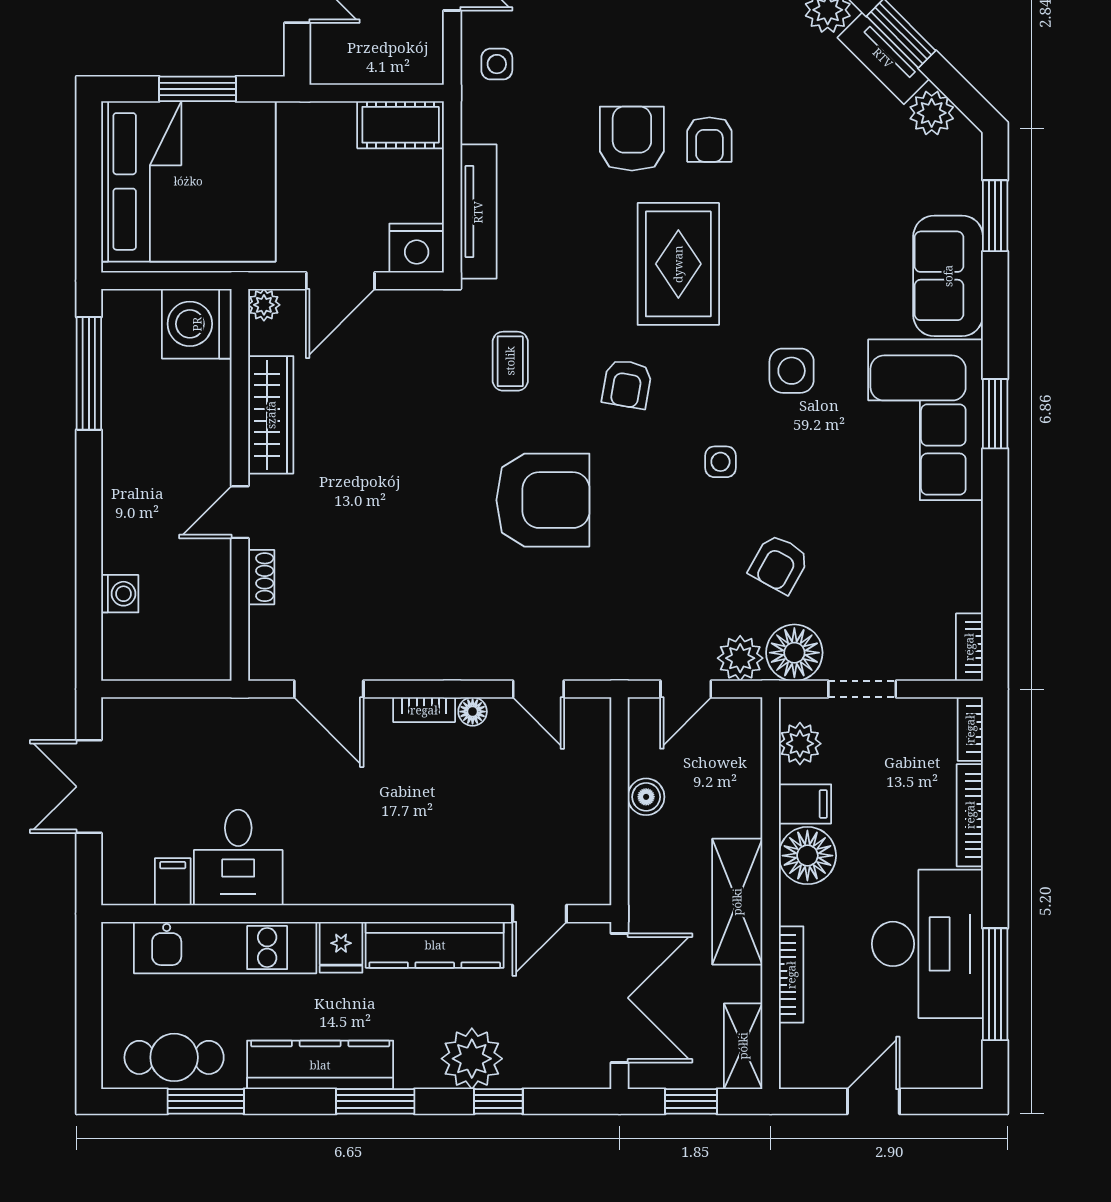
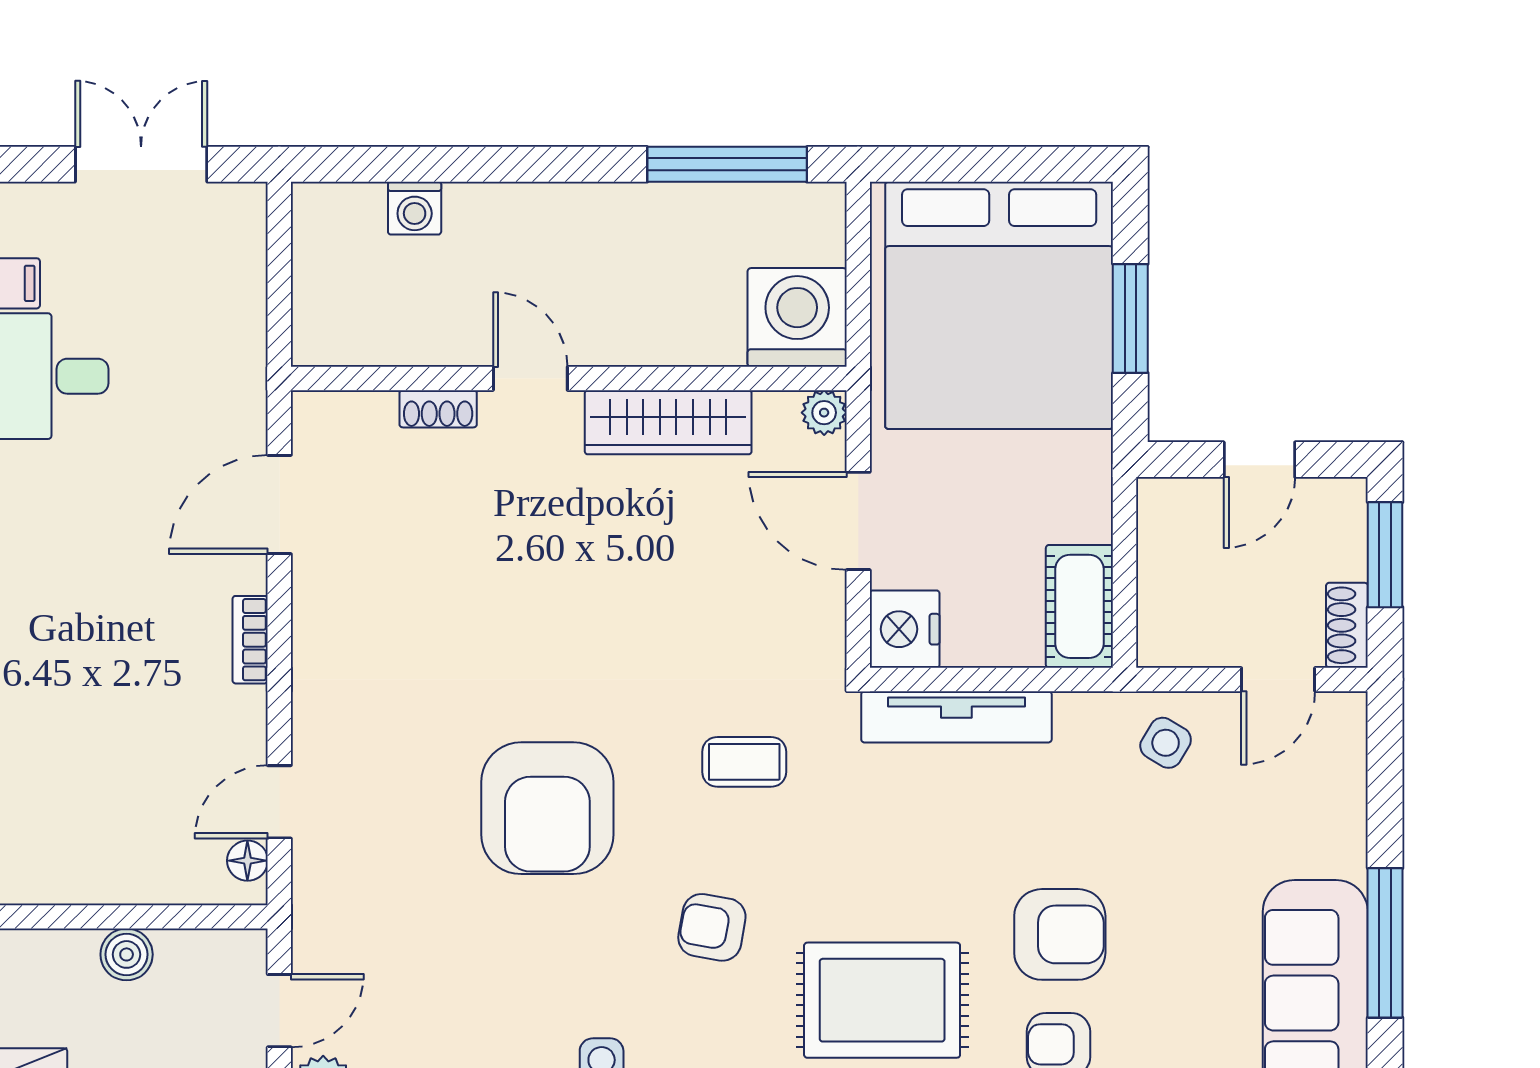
side table: (497, 64) -> (1166, 743), turned 31
door: (686, 689) -> (279, 1011), swing flipped
floor lamp: (473, 712) -> (247, 861), moved

